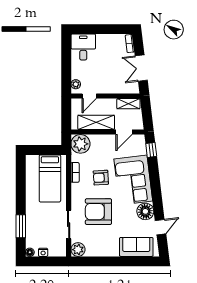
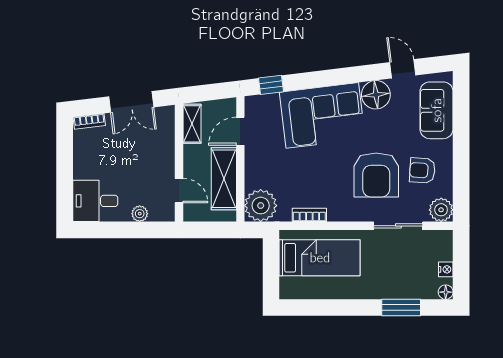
plant: (76, 84) -> (140, 214), moved
door: (124, 132) -> (240, 131), swing flipped
armchair: (101, 178) -> (422, 170), moved, turned 98

